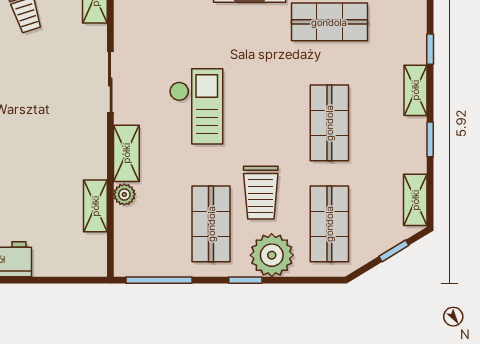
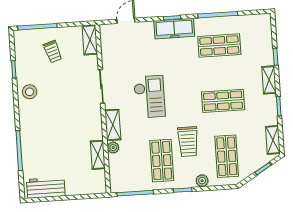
shop shelf: (329, 123) -> (223, 101), turned 90
plant: (272, 255) -> (202, 181), width x0.53, depth x0.53

